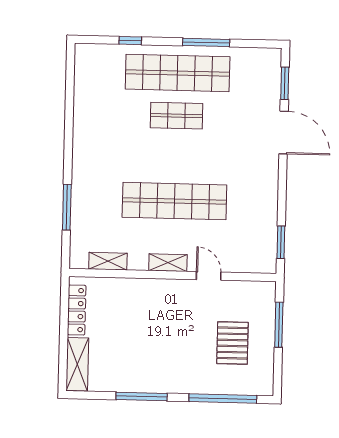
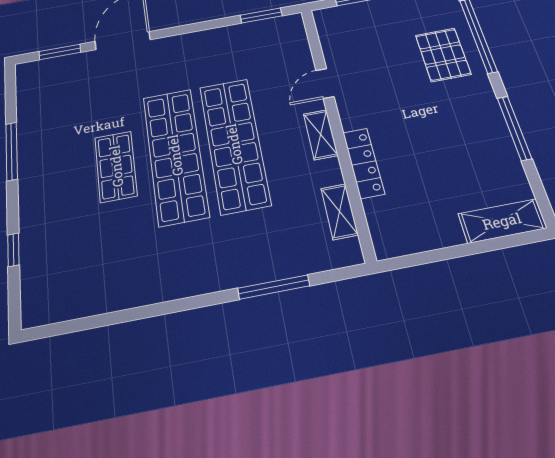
shop shelf: (178, 73) -> (175, 155), moved
locker: (77, 310) -> (364, 163), moved, turned 90
pallet: (232, 343) -> (443, 55), moved, turned 90

